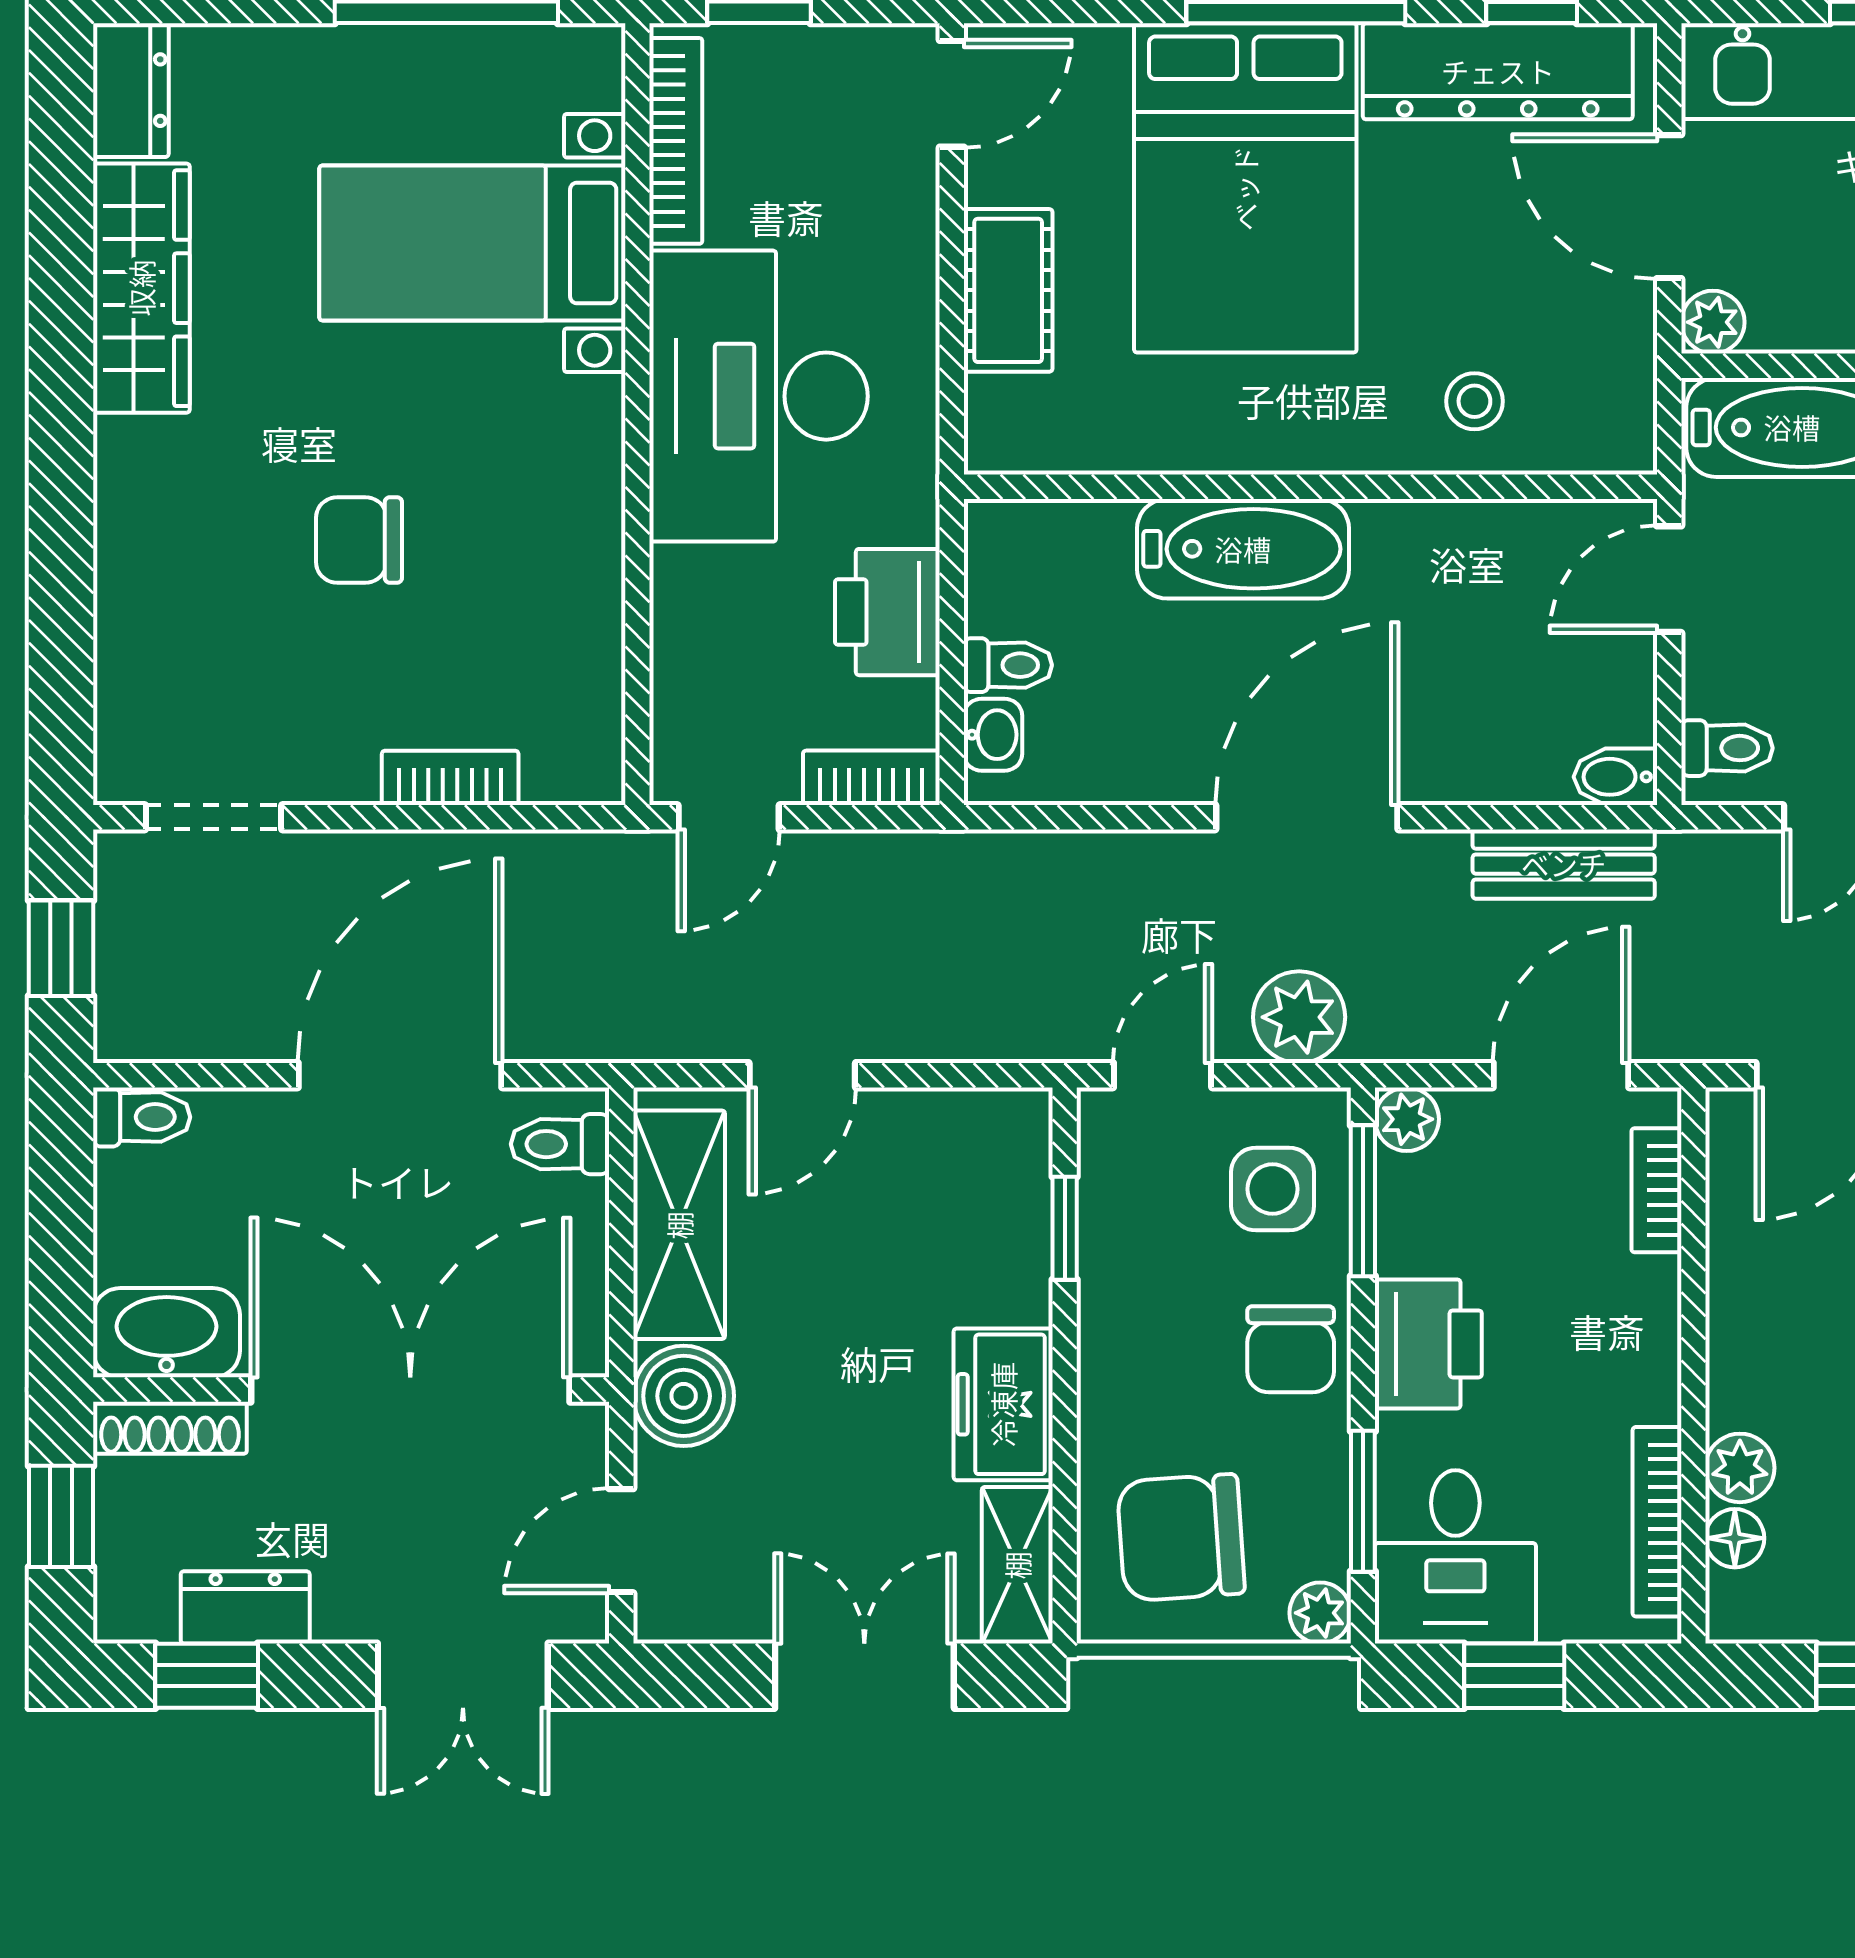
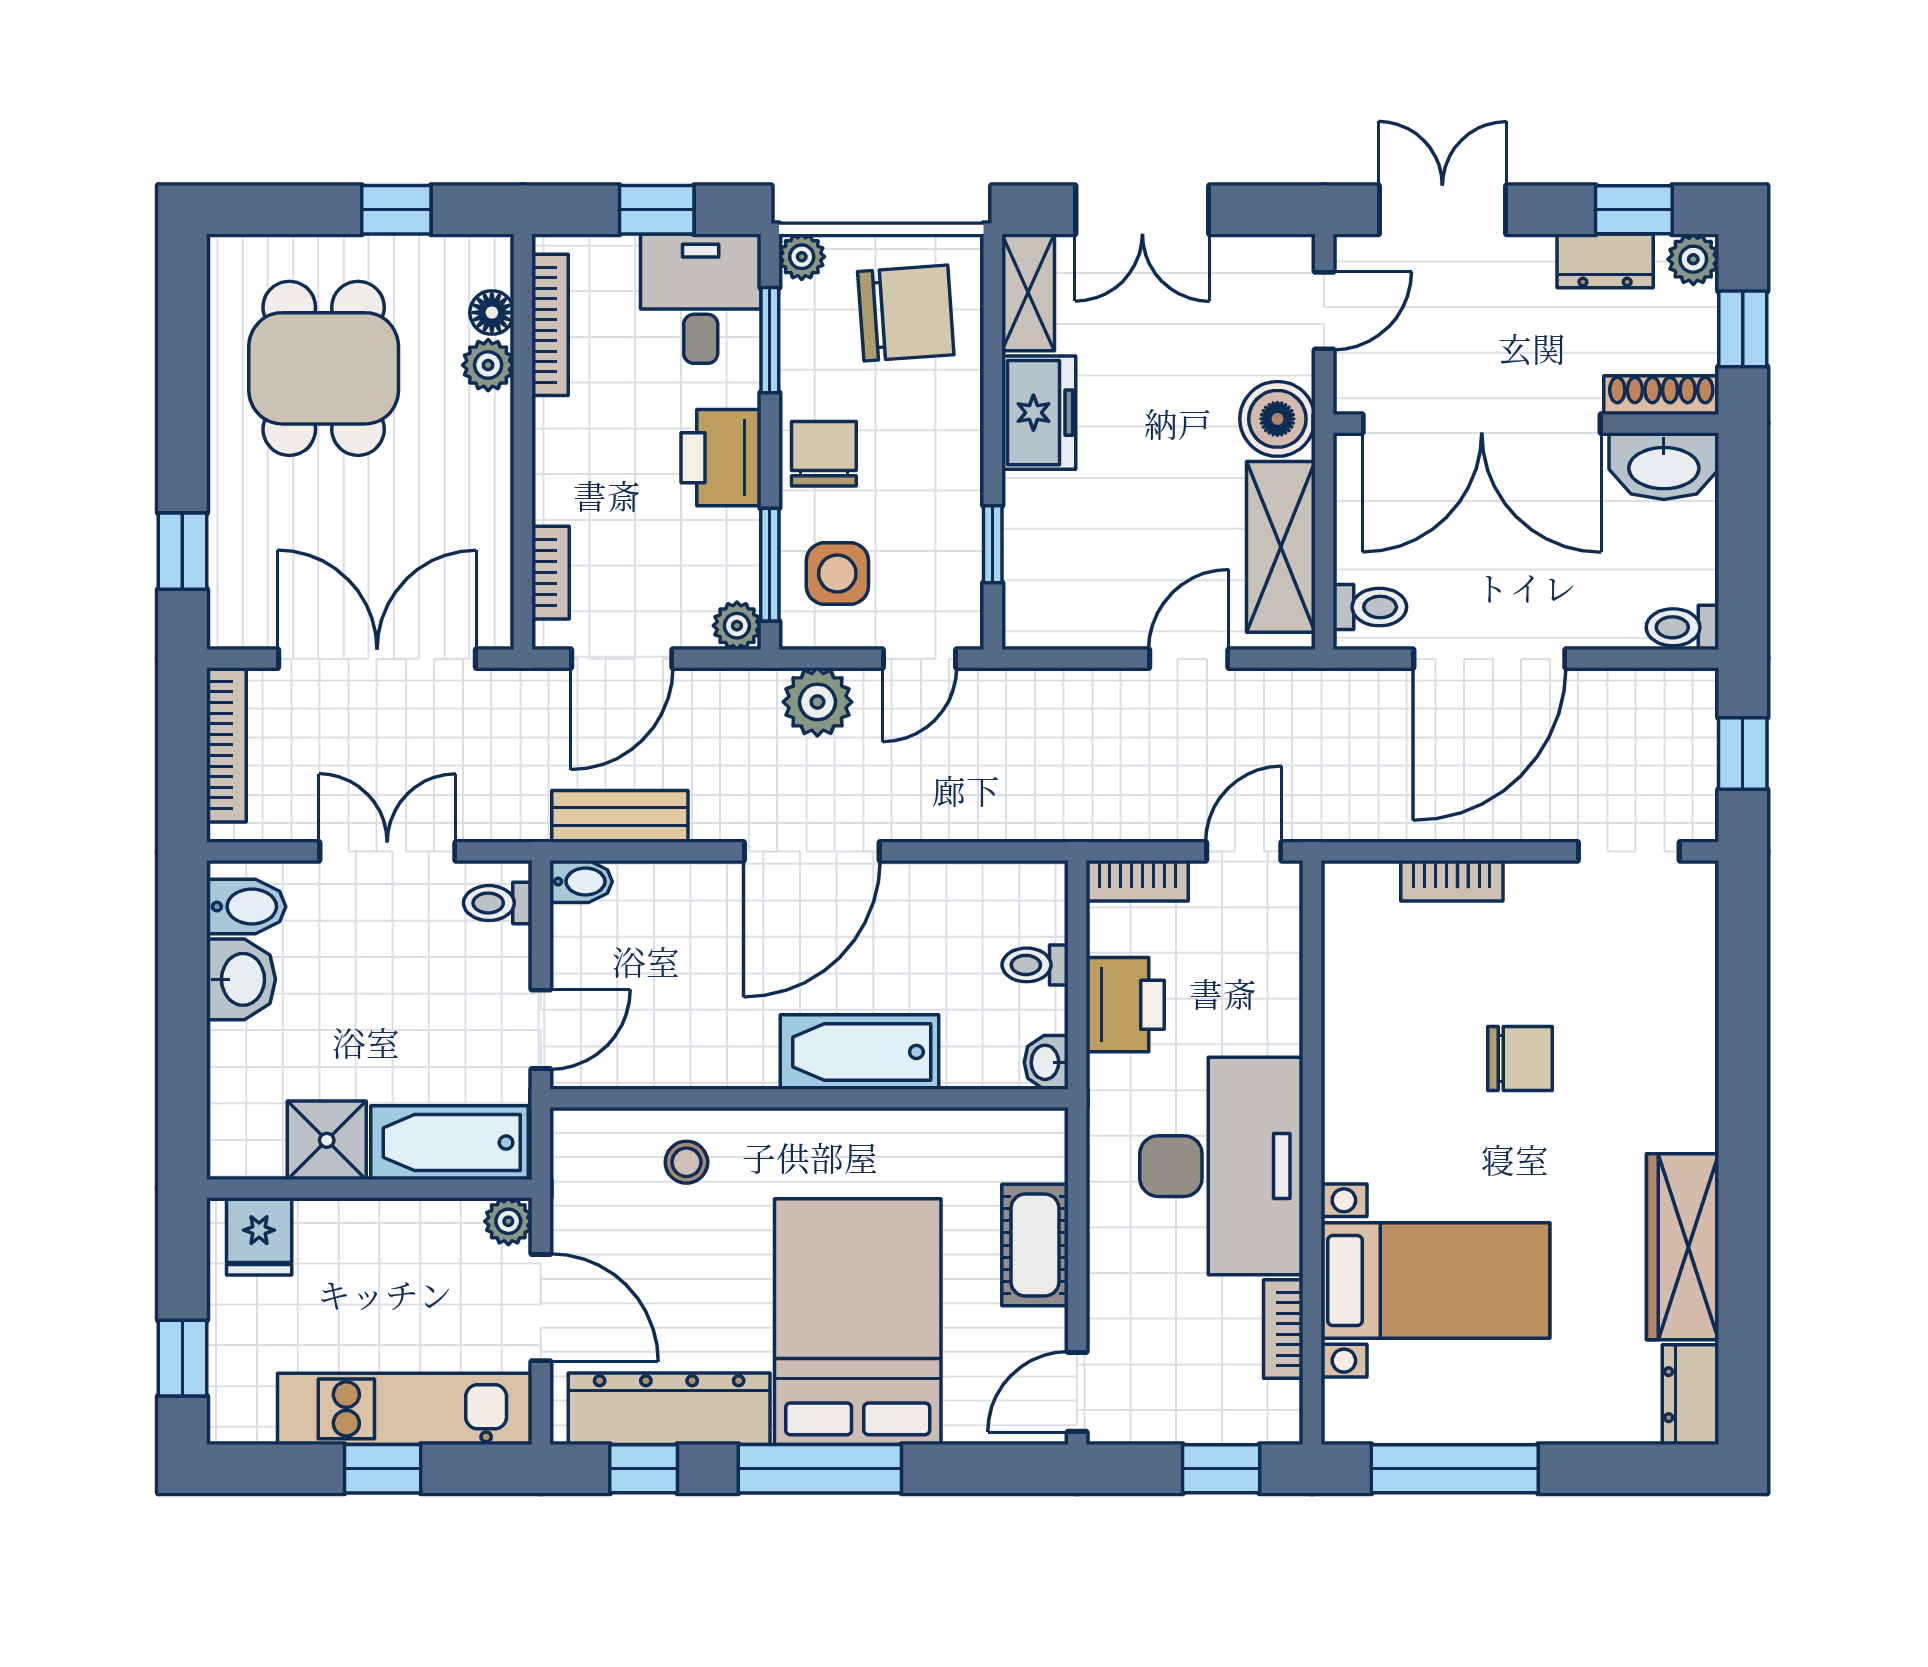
bookcase: (676, 141) -> (1283, 1329), width x0.64
washbasin: (993, 735) -> (1046, 1062), moved
plant: (127, 1610) -> (1693, 259), added

